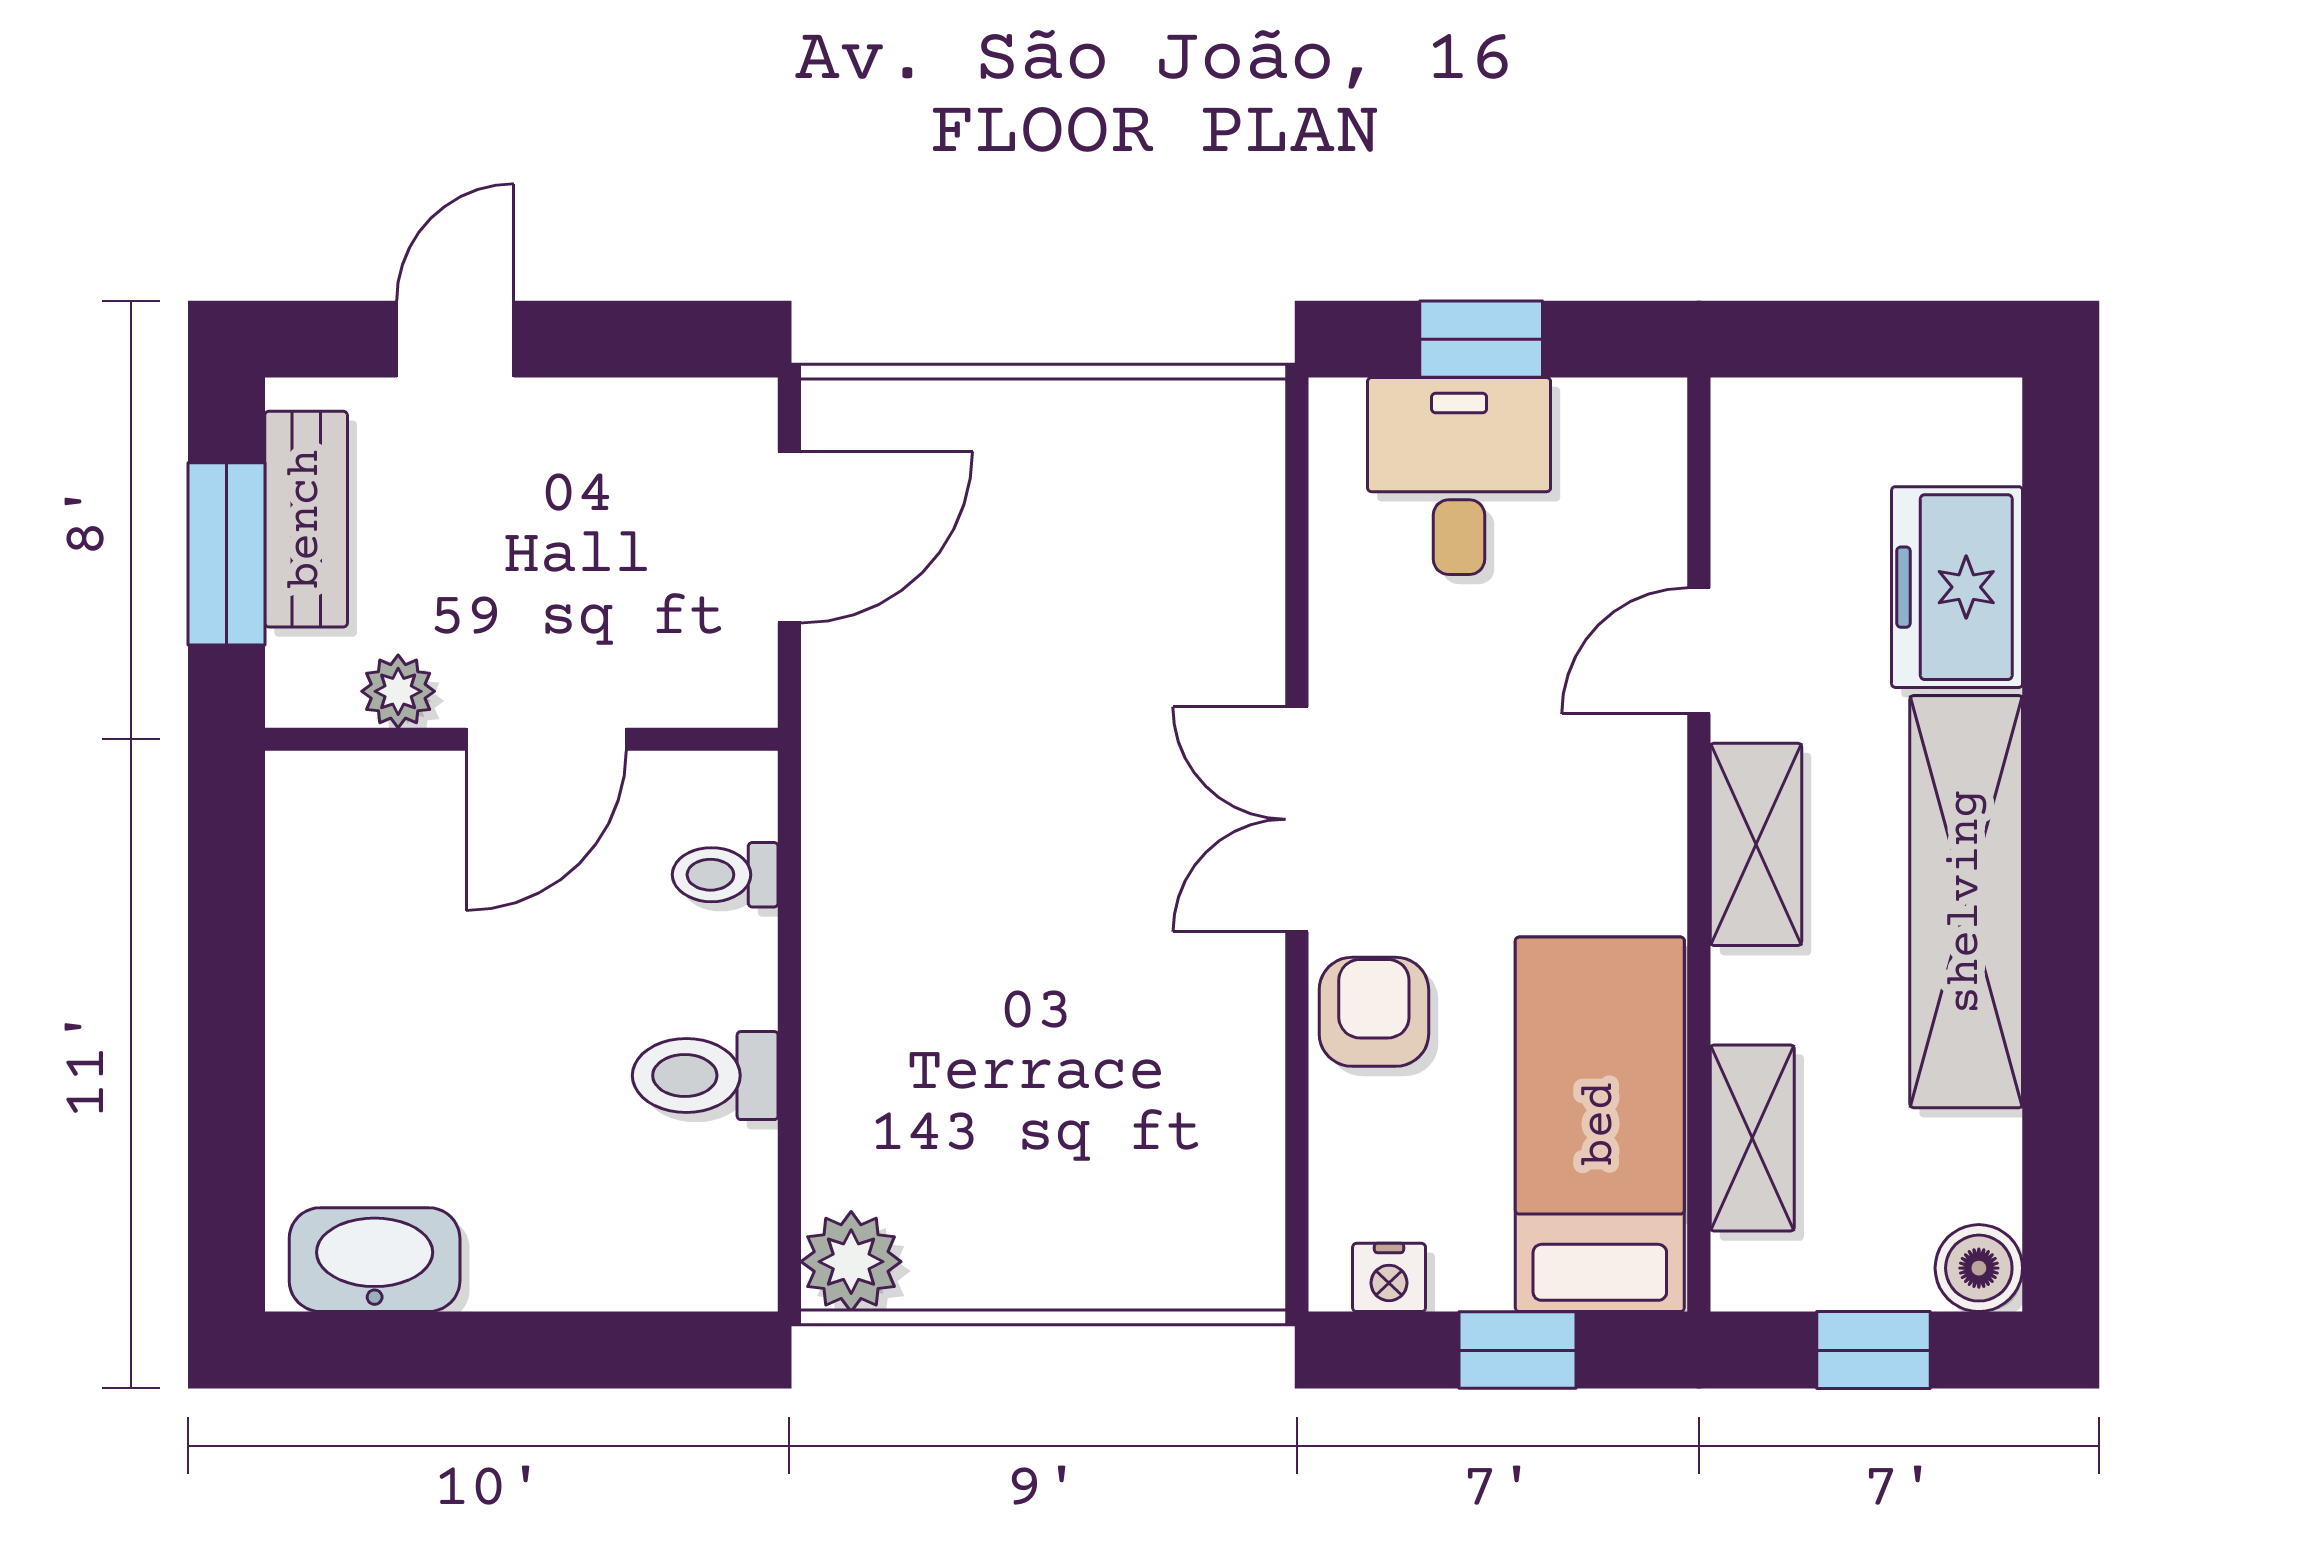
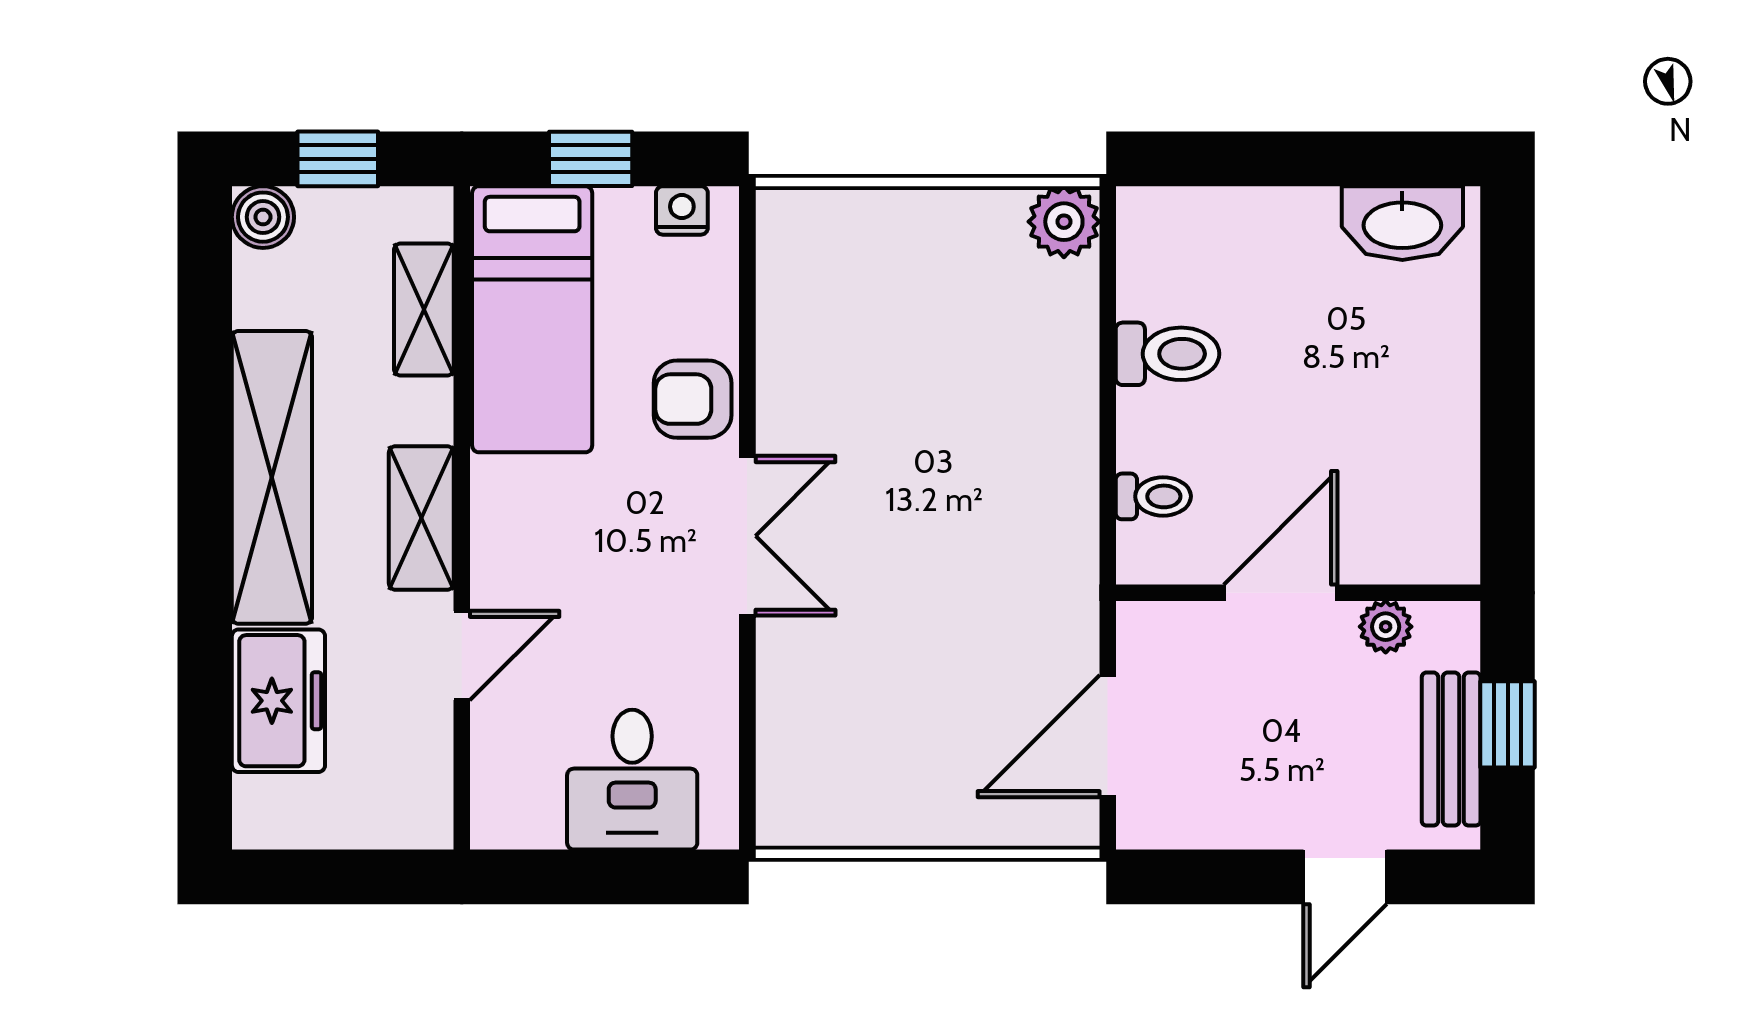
window: (1481, 339) -> (616, 877), removed
window: (227, 554) -> (1508, 724), width x0.67
armchair: (1374, 1012) -> (693, 399), turned 90

